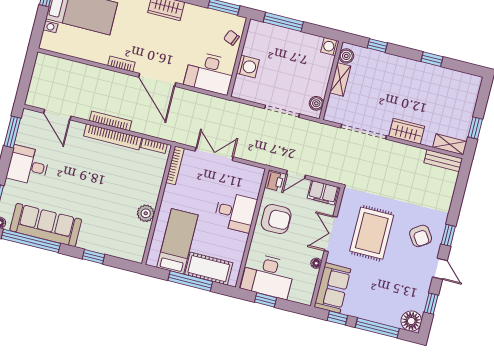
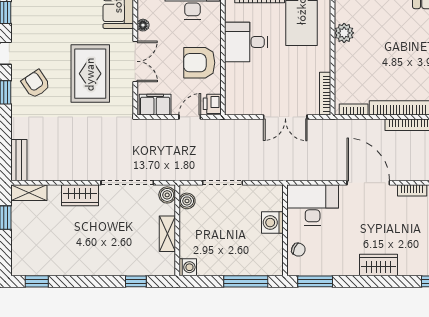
boiler: (346, 56) -> (167, 195), moved
window: (432, 59) -> (37, 281), moved
bench: (443, 161) -> (19, 160), moved, turned 90
desk: (235, 212) -> (246, 42), moved

